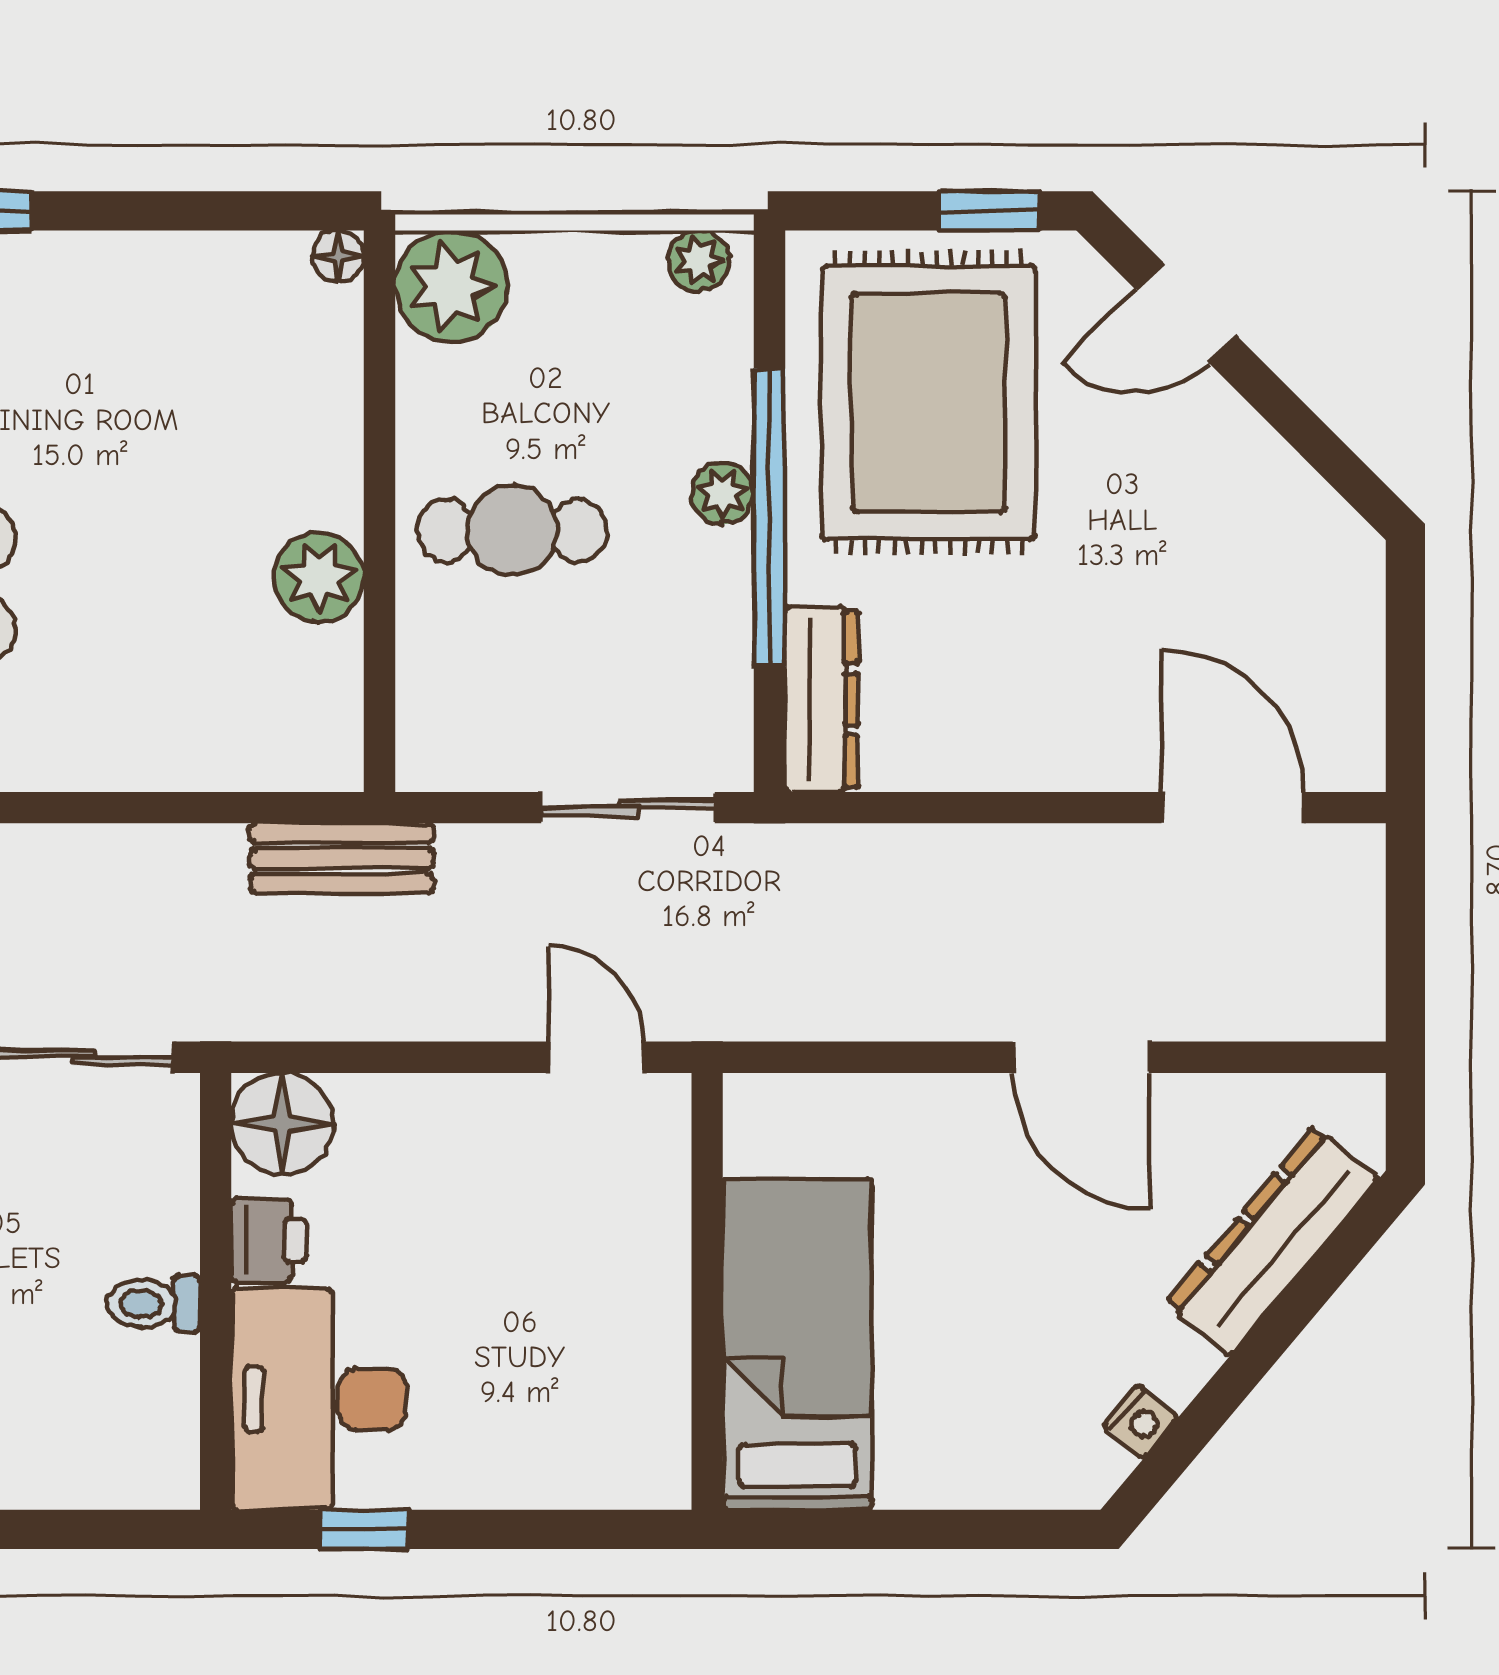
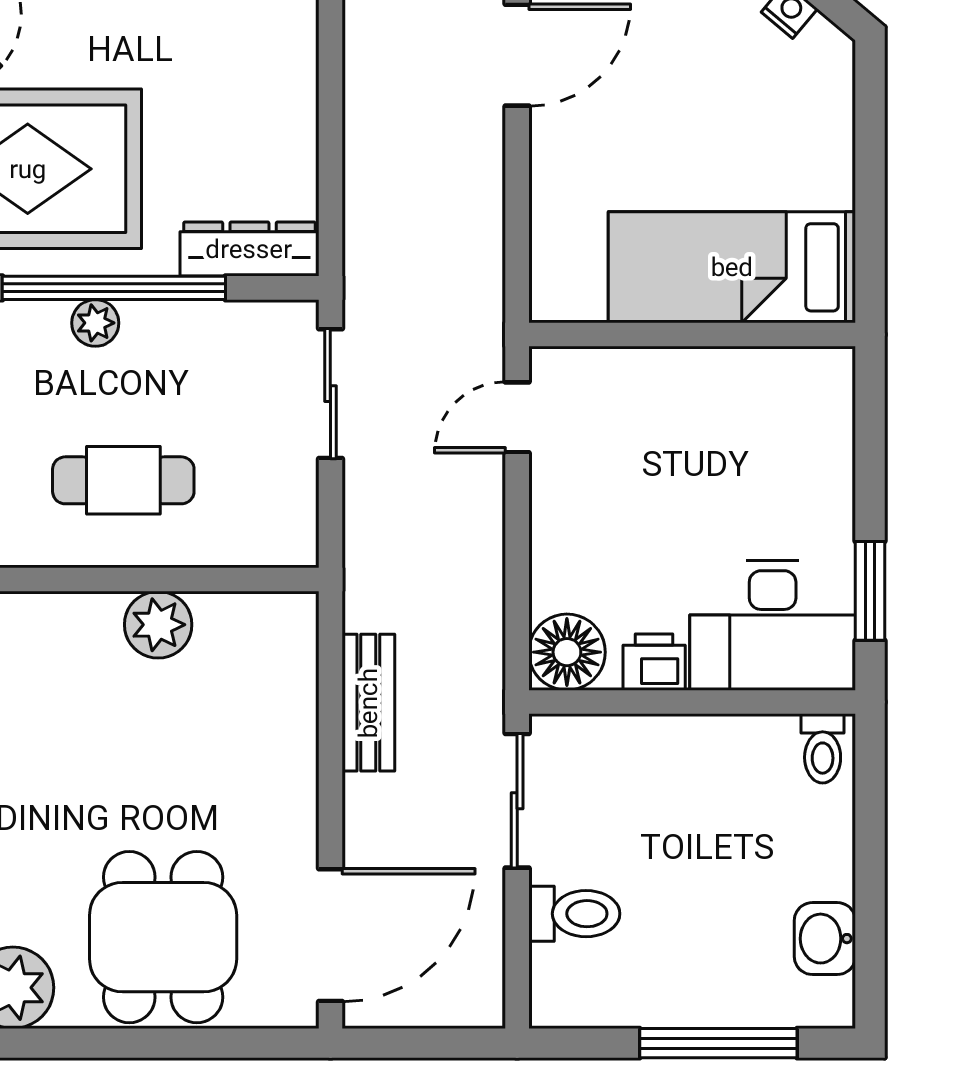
cafe table: (512, 531) -> (123, 480), turned 90
bench: (342, 858) -> (368, 703), moved
toilet: (154, 1304) -> (823, 748), moved
window: (364, 1529) -> (870, 591), width x1.50

